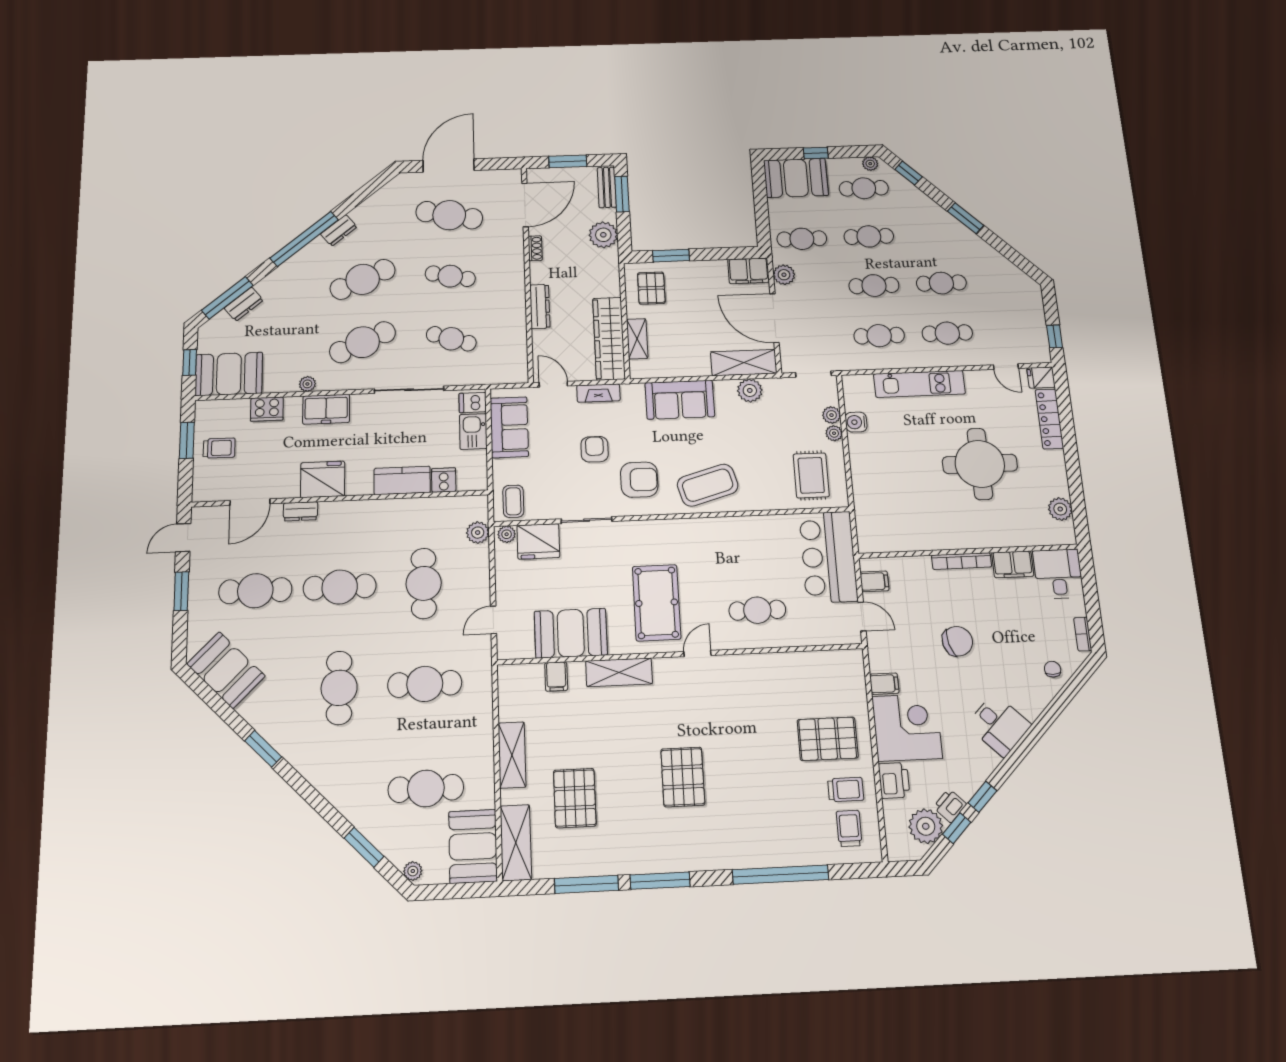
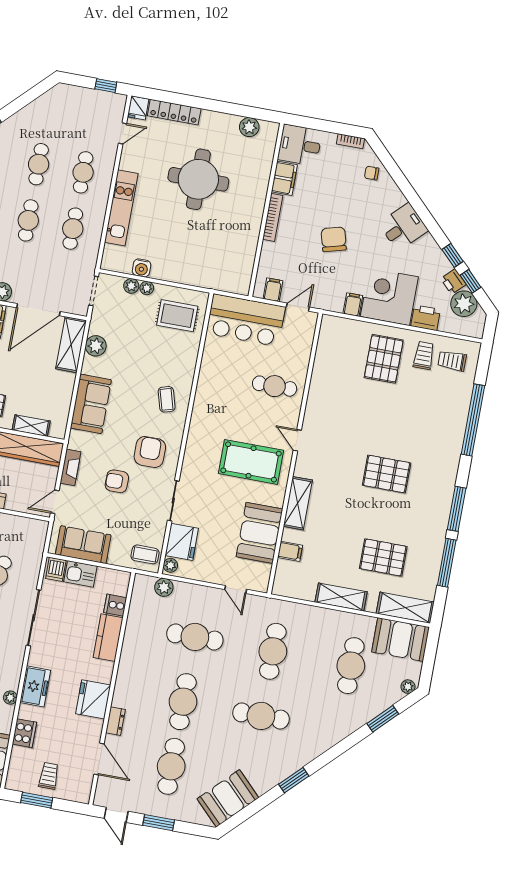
coffee table: (708, 485) -> (167, 399), width x0.54, depth x0.58
cafe table: (757, 610) -> (275, 386), turned 90

